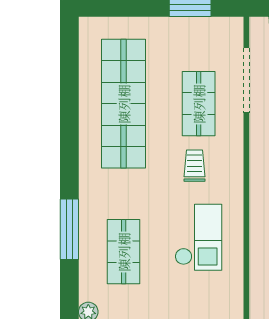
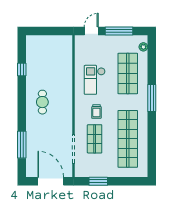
window: (69, 229) -> (152, 98), moved
shop shelf: (124, 252) -> (128, 73), width x1.43, depth x1.36

